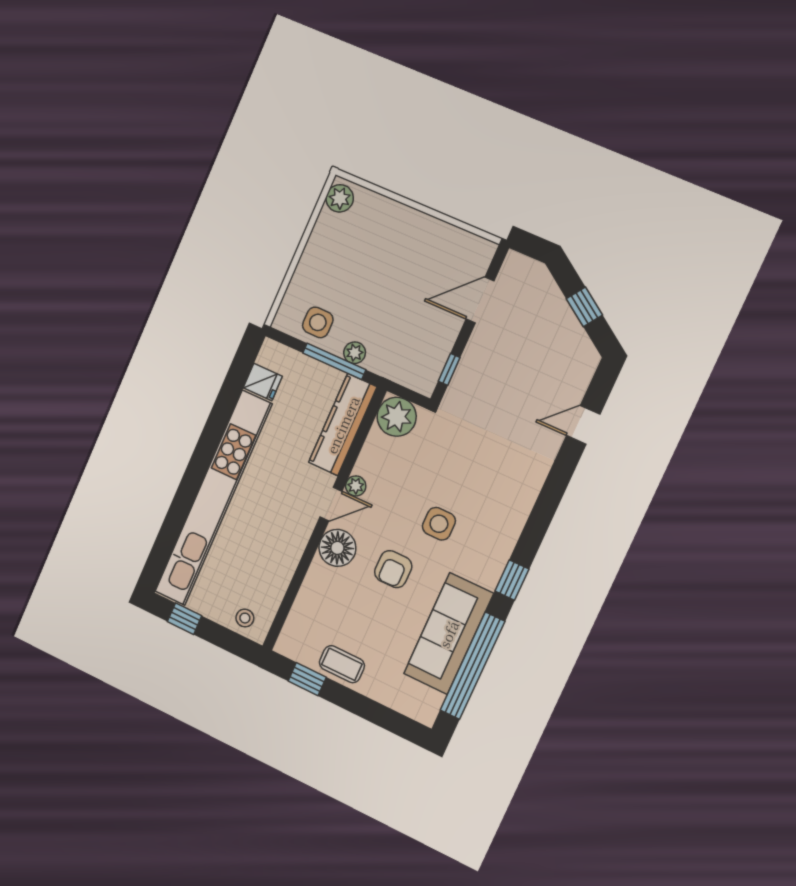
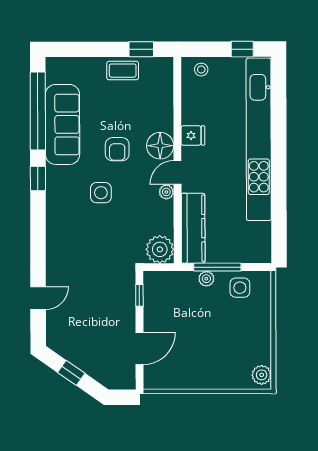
fridge: (263, 382) -> (193, 135), moved, turned 180
armchair: (393, 569) -> (117, 149), turned 180

